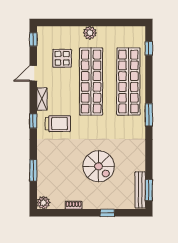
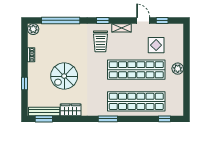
window: (33, 39) -> (162, 20), moved
wardrobe: (138, 159) -> (71, 110), added
window: (33, 170) -> (61, 20), width x2.11

